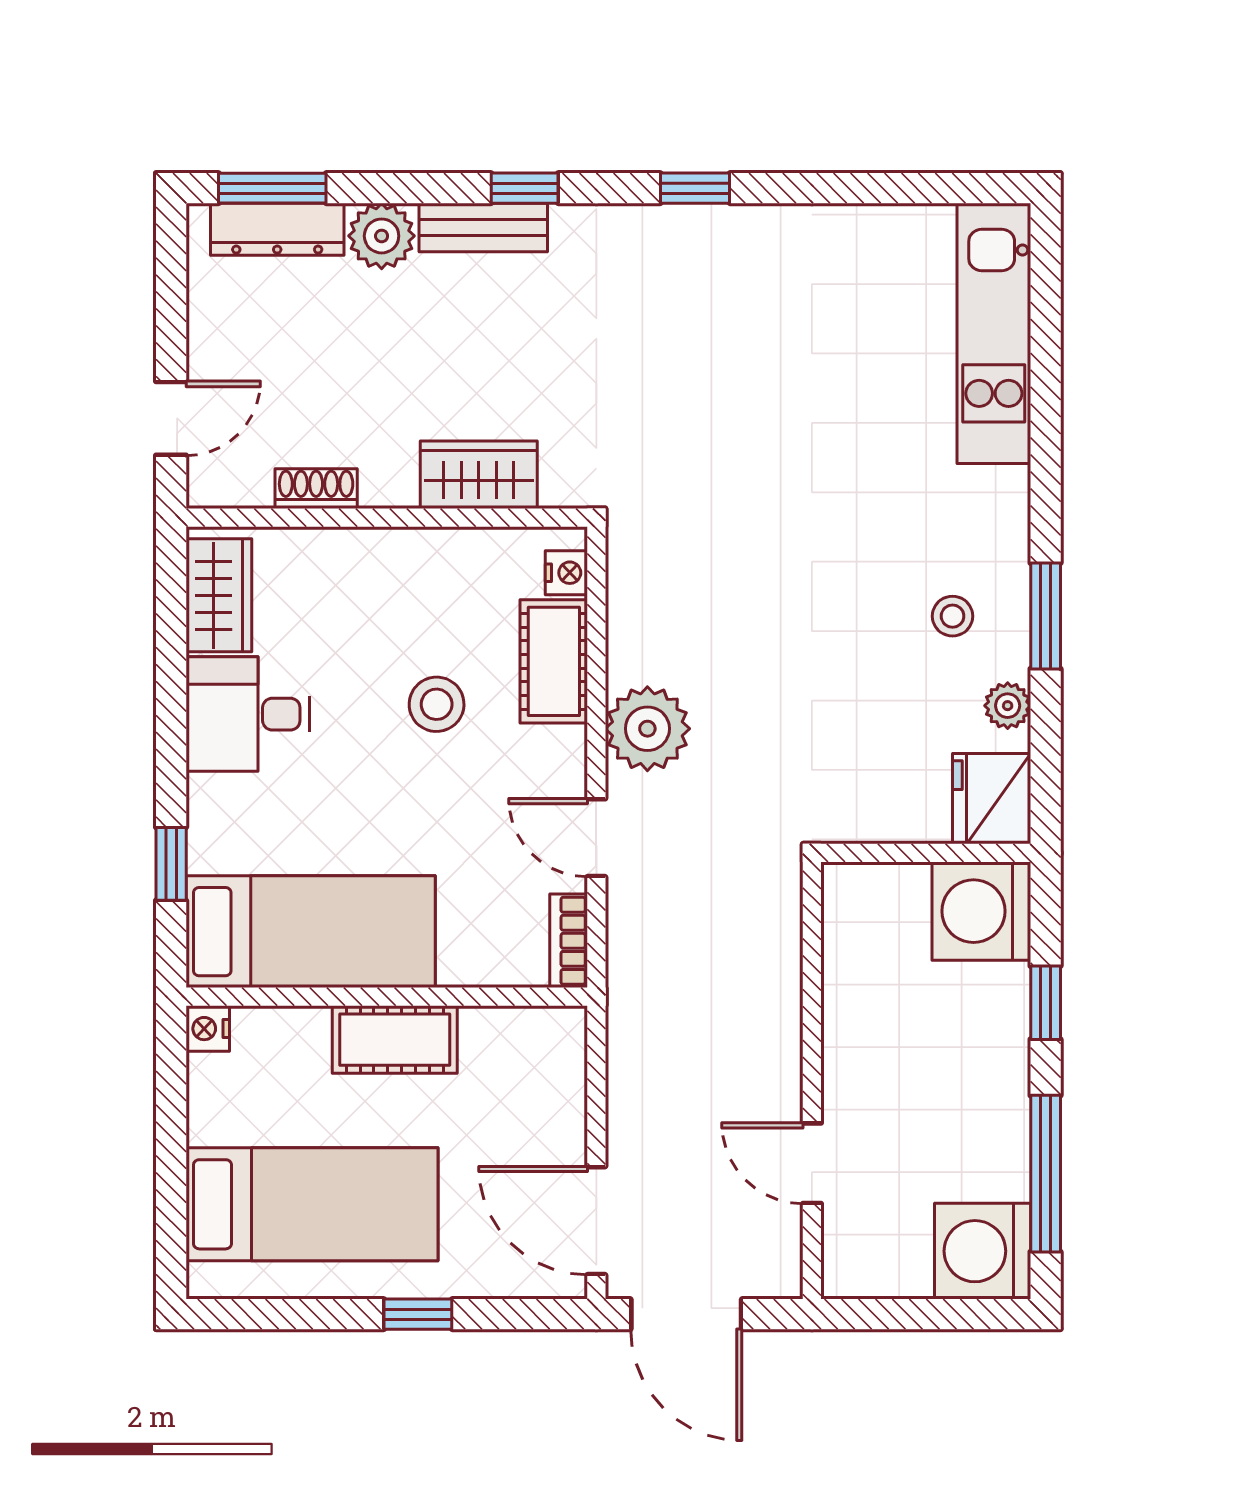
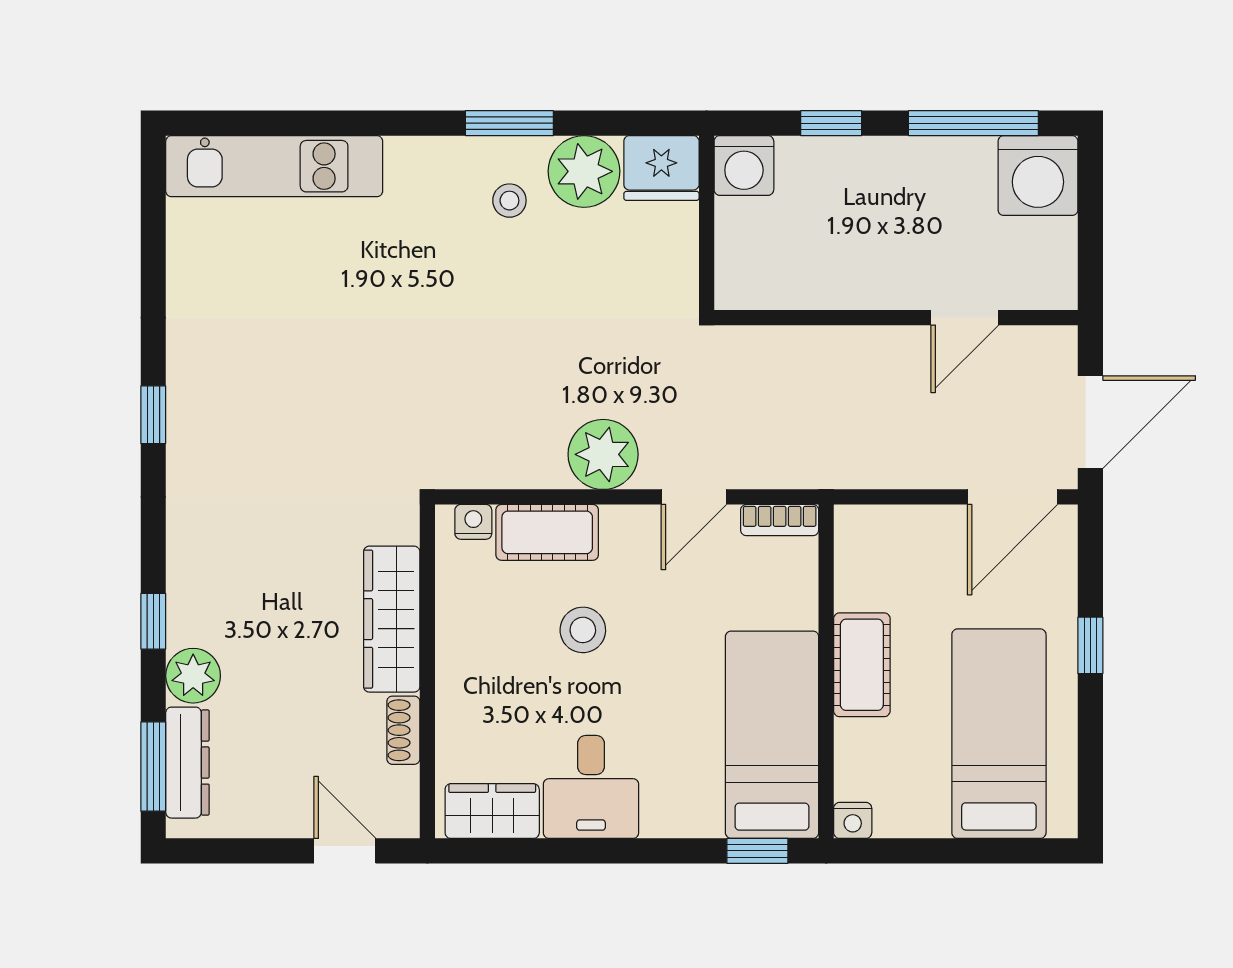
window: (525, 188) -> (153, 621), moved
bench: (483, 228) -> (186, 591), removed
wardrobe: (479, 475) -> (392, 619), width x1.50
plant: (1008, 706) -> (584, 171), width x1.88, depth x1.88
window: (171, 864) -> (757, 851), moved
washing machine: (981, 911) -> (744, 165), width x0.73, depth x0.73

